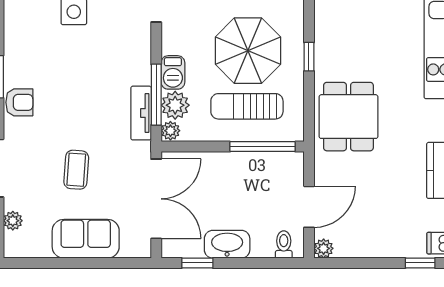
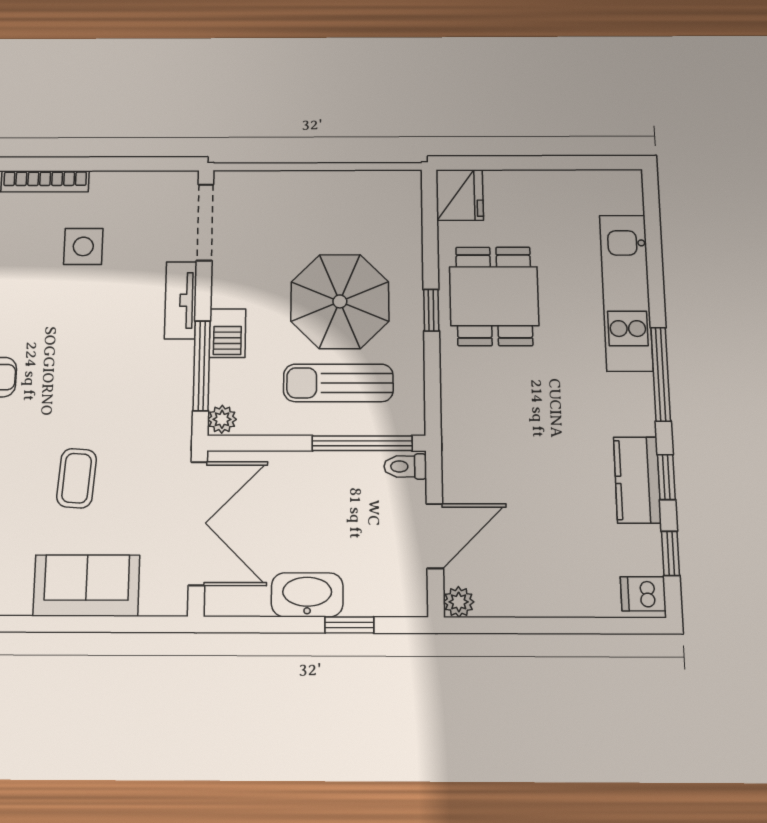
plant: (175, 105) -> (230, 381), removed
tv unit: (141, 113) -> (181, 300), moved
dining table: (348, 117) -> (494, 296), moved
toilet: (284, 244) -> (405, 466), moved, turned -90
window: (197, 263) -> (349, 625), moved
window: (420, 263) -> (612, 626), removed

